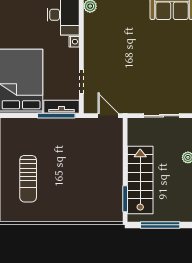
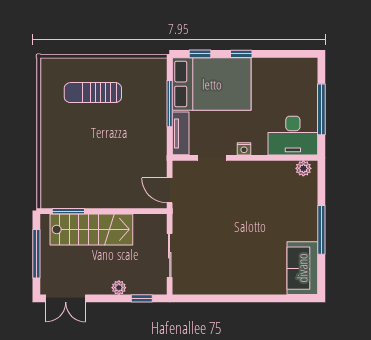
nightstand: (74, 42) -> (244, 149), moved
window: (56, 116) -> (170, 104), moved
door: (108, 116) -> (170, 190), swing flipped

